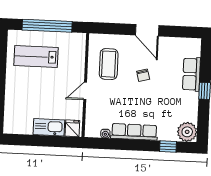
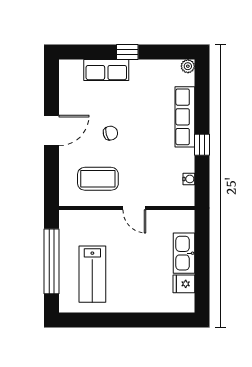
fridge: (72, 128) -> (184, 284), moved
row of seats: (134, 132) -> (185, 117), moved
plant: (187, 132) -> (188, 66), width x0.53, depth x0.53
window: (168, 146) -> (202, 145), moved

